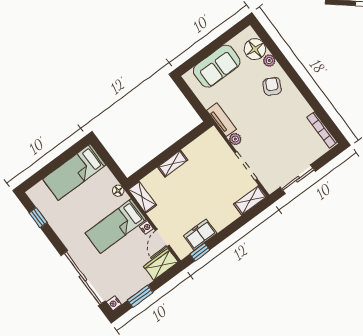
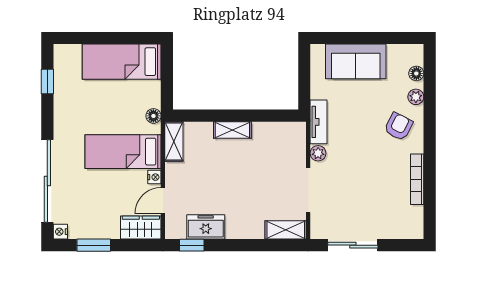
floor lamp: (255, 49) -> (416, 73), width x0.53, depth x0.53
bookcase: (322, 130) -> (417, 179), moved

